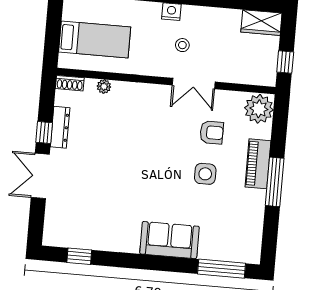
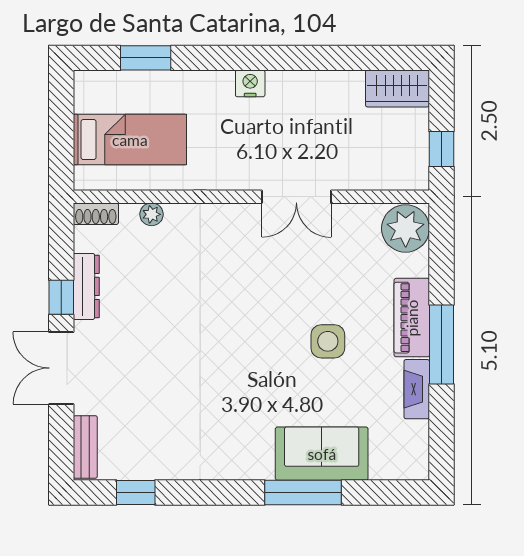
stool: (182, 45) -> (273, 136), removed
armchair: (212, 132) -> (332, 273), removed
fireplace: (257, 208) -> (417, 389), added
bench: (51, 226) -> (85, 447), added
sofa: (169, 240) -> (322, 454), moved
window: (222, 269) -> (303, 492), moved

